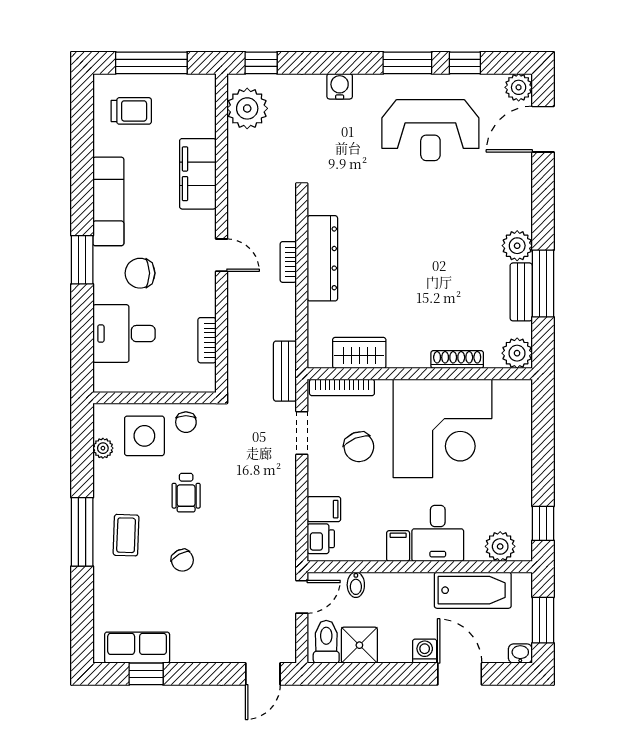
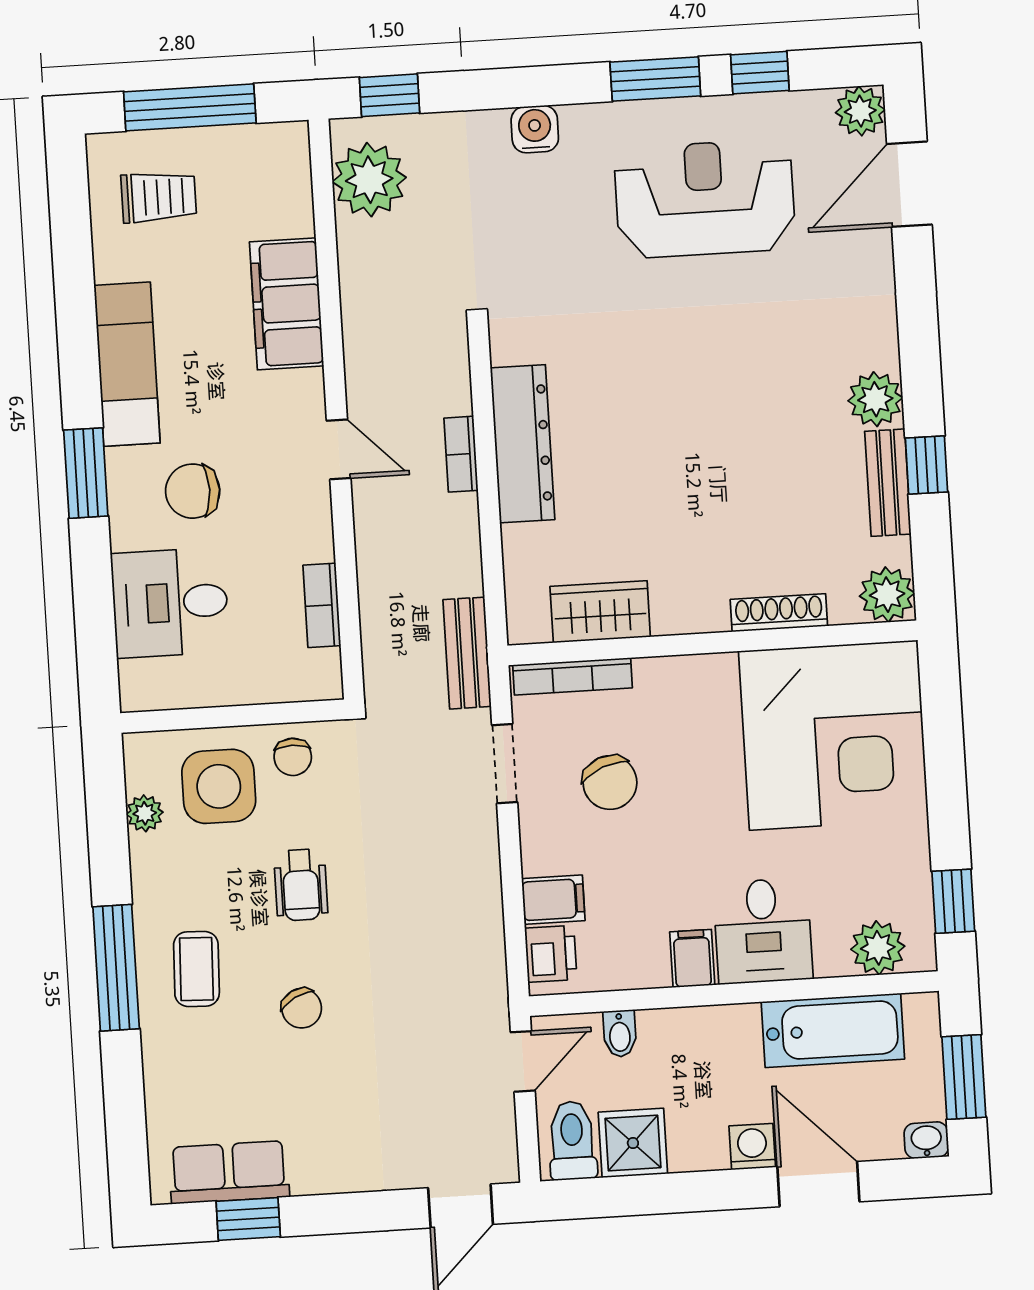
reception desk: (430, 130) -> (705, 199), turned 180
window: (543, 283) -> (927, 465), width x0.46
corner desk: (442, 428) -> (834, 735), moved

